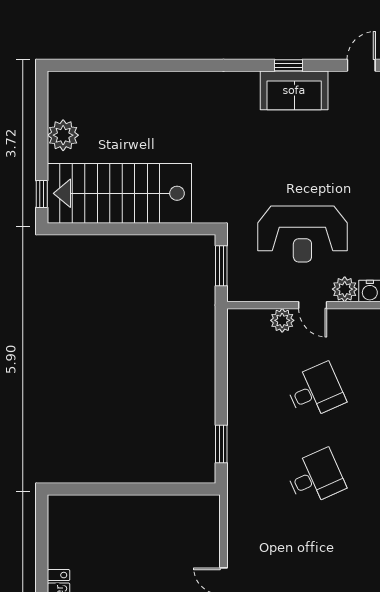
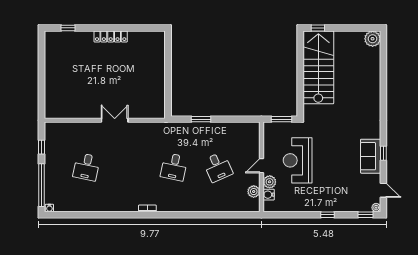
plant: (63, 135) -> (373, 39), moved
plant: (282, 320) -> (254, 192), moved
window: (221, 444) -> (201, 119), moved
desk: (315, 477) -> (174, 167), turned 36

